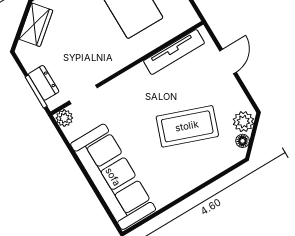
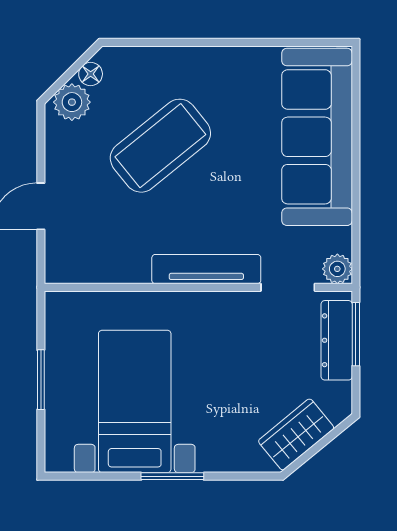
tv unit: (174, 52) -> (206, 269), moved
dresser: (44, 83) -> (337, 340), width x1.44
coffee table: (187, 126) -> (160, 146), turned -59

